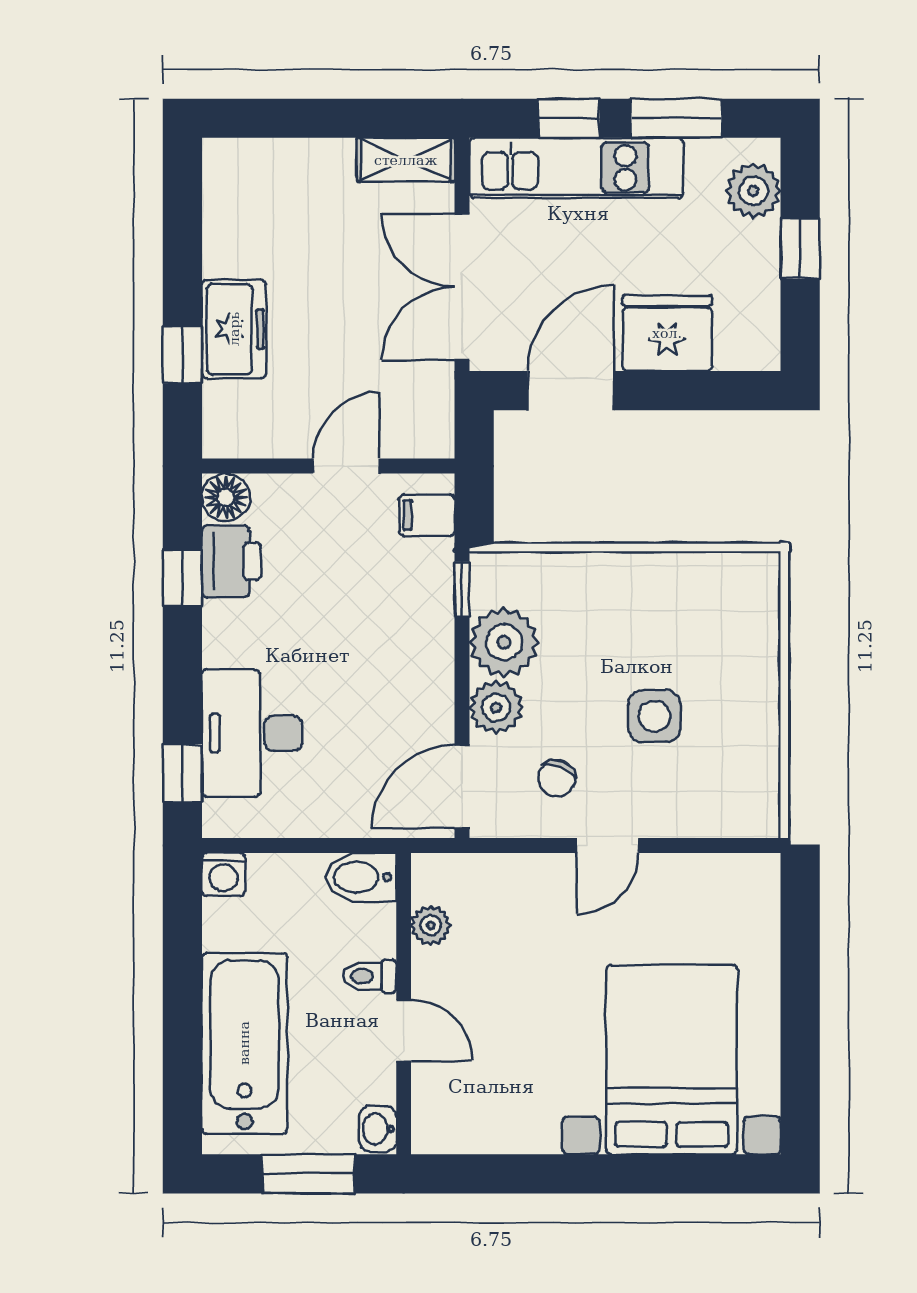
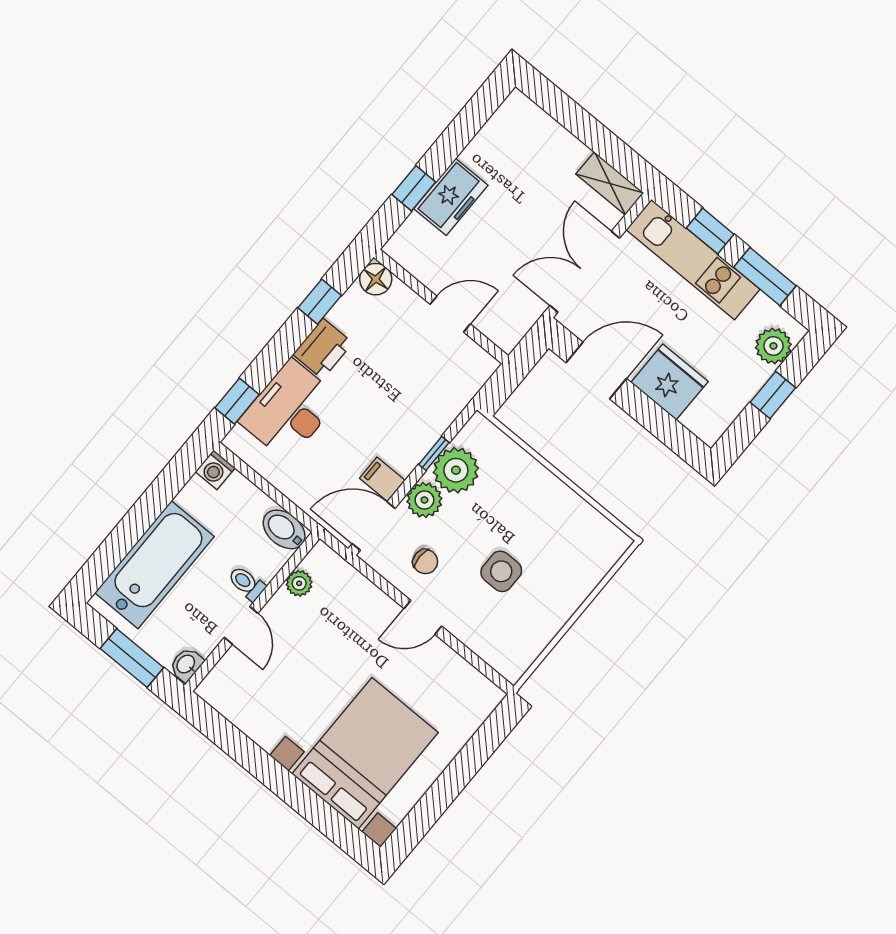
filing cabinet: (427, 515) -> (382, 479), moved
printer: (232, 561) -> (323, 349), moved
window: (462, 589) -> (434, 453), moved
chair: (557, 778) -> (425, 562), turned -111

